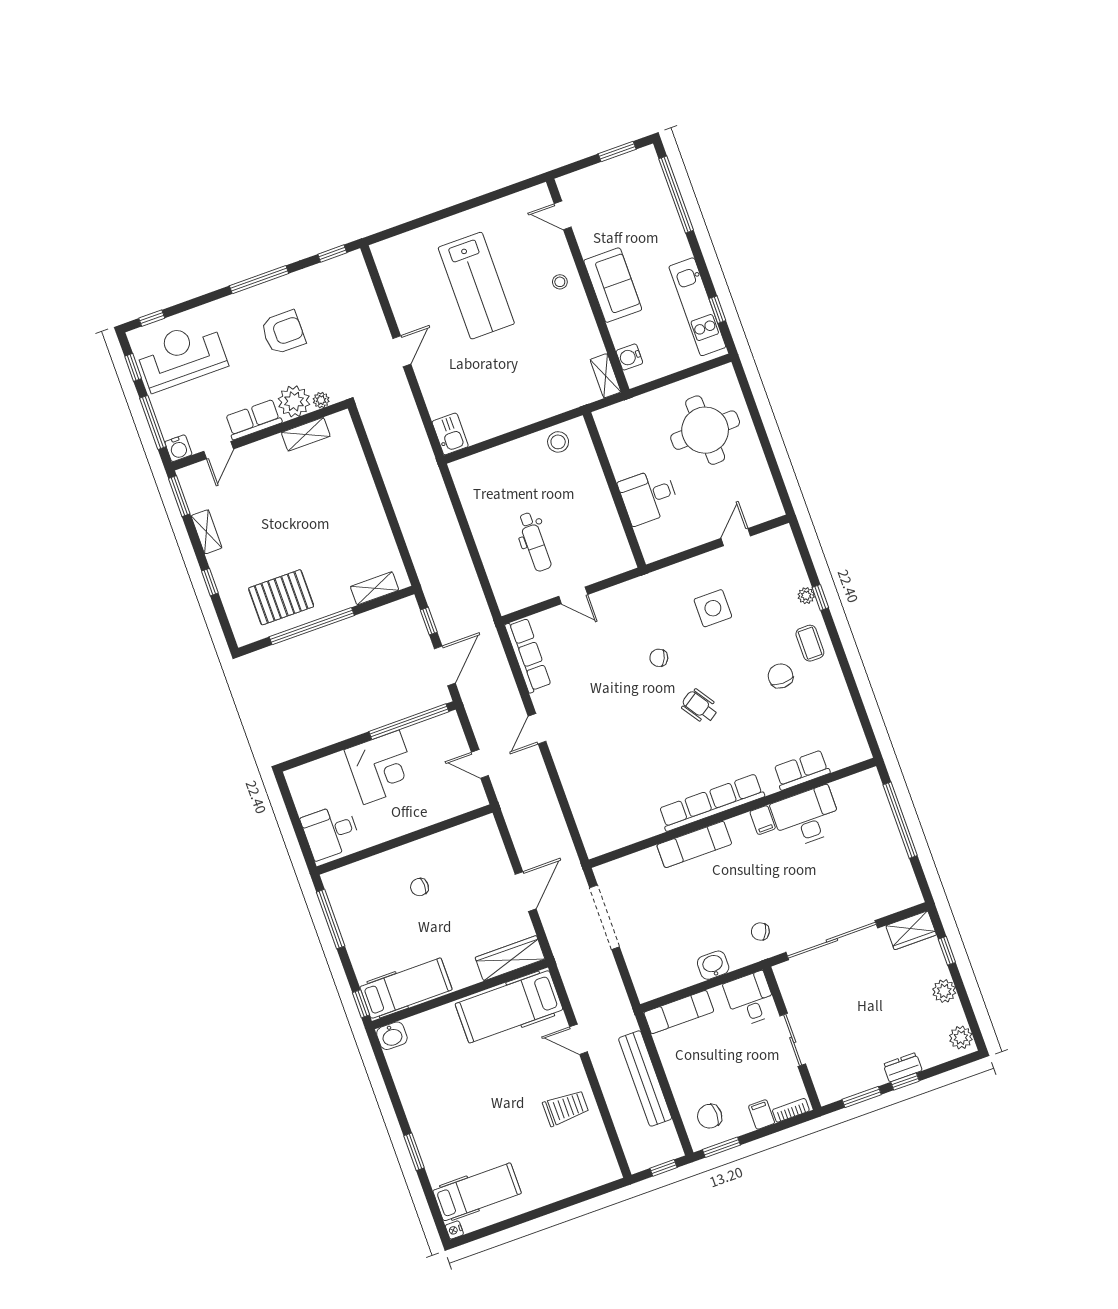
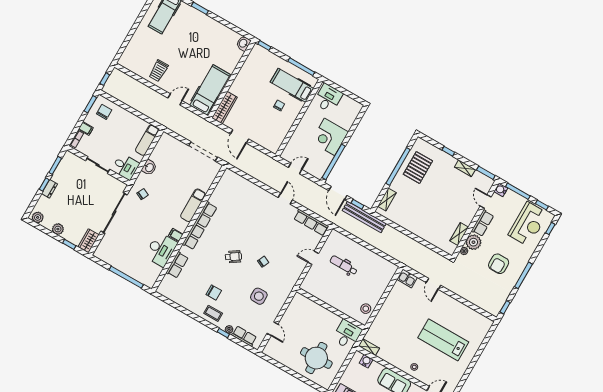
door: (402, 351) -> (433, 284), moved
desk: (649, 496) -> (347, 334), moved
row of seats: (791, 564) -> (244, 336), added
hospital bed: (406, 988) -> (292, 85), moved, turned 90
bench: (645, 1078) -> (364, 217), moved

